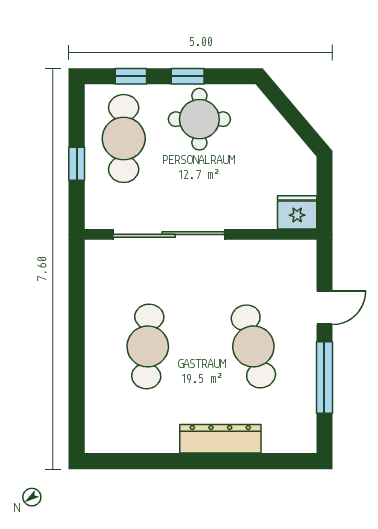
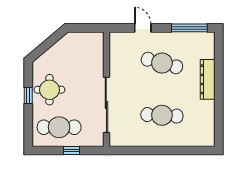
window: (131, 76) -> (28, 124), removed
fridge: (297, 212) -> (96, 41), removed
cafe table: (253, 346) -> (162, 63), turned 30
window: (324, 378) -> (189, 28), moved

